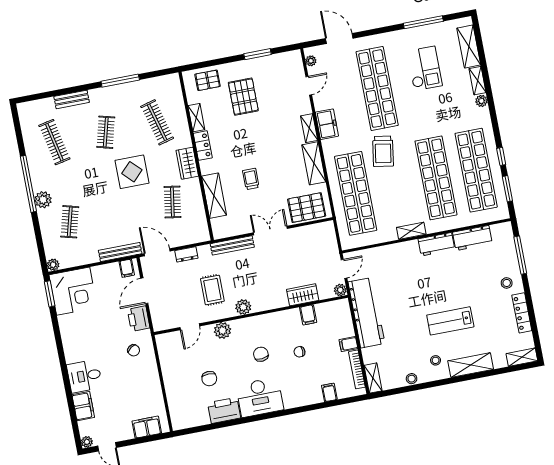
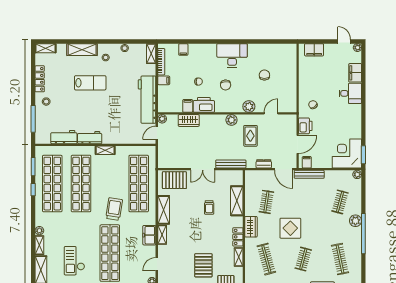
printer: (224, 410) -> (204, 105), moved, turned 180

